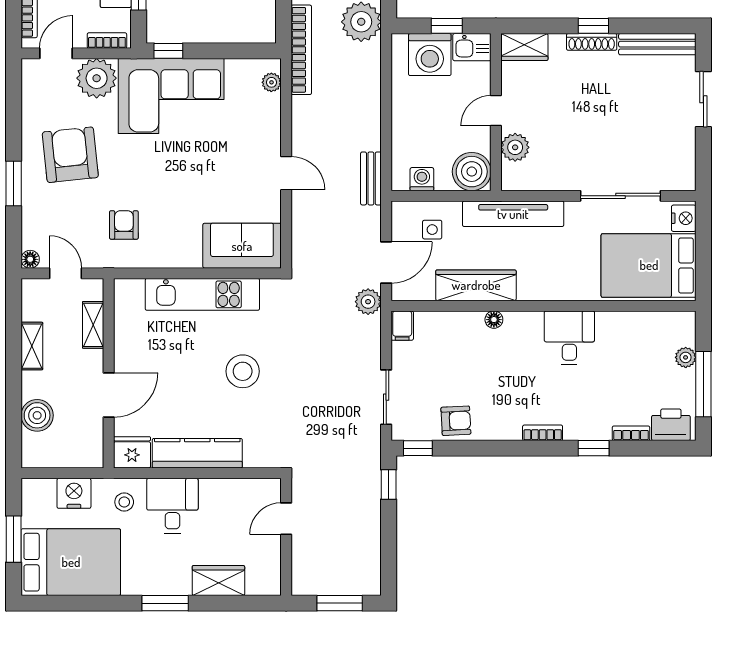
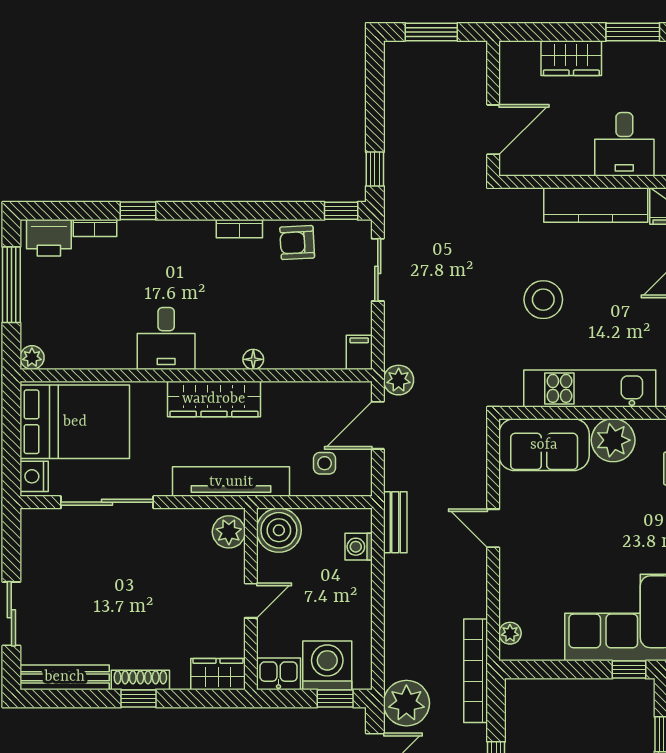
window: (447, 26) -> (335, 698), moved
plant: (515, 147) -> (229, 532), moved
washing machine: (422, 179) -> (359, 547), moved, turned 90
plant: (182, 250) -> (613, 440), added
wardrobe: (476, 285) -> (214, 399), moved
plant: (686, 357) -> (32, 358), moved
bookcase: (543, 433) -> (239, 229), moved
door: (286, 519) -> (493, 130), width x1.38

